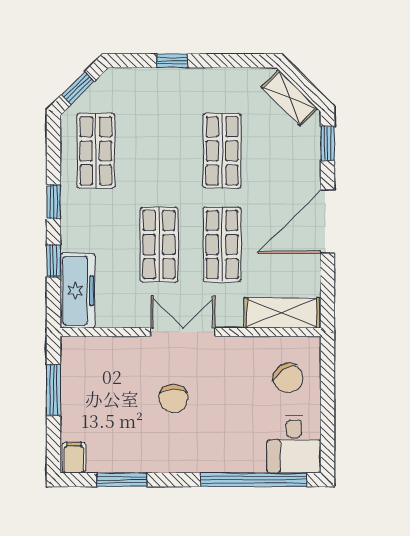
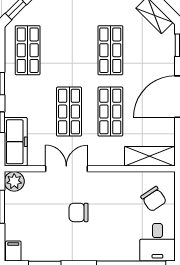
double door: (183, 332) -> (66, 169), moved
plant: (75, 351) -> (14, 181), added
chair: (174, 399) -> (79, 212), turned 90

